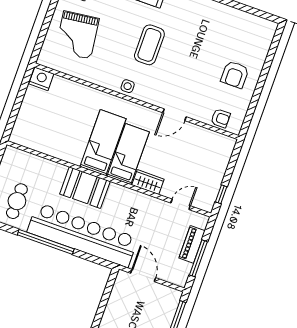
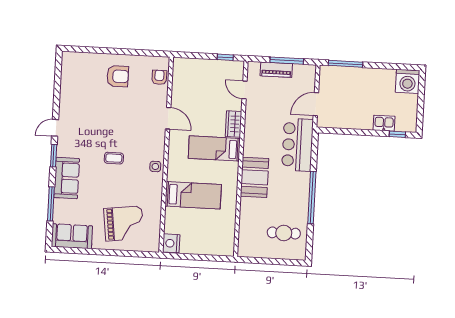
coffee table: (149, 45) -> (114, 158), width x0.54, depth x0.58
bed: (103, 143) -> (193, 195), moved, turned 180
bar counter: (83, 235) -> (298, 145), width x0.54

